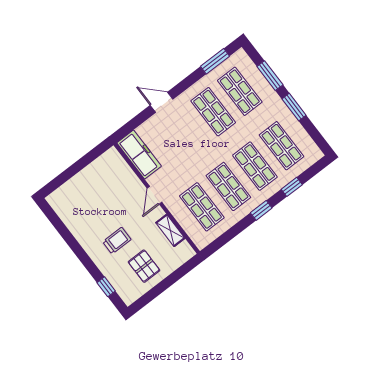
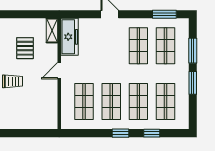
shelving: (170, 230) -> (52, 31), moved
pallet: (144, 266) -> (25, 48), moved

